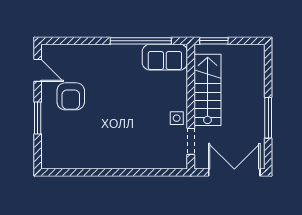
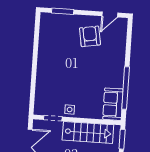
armchair: (71, 96) -> (90, 36), turned 80
window: (38, 118) -> (63, 11), moved

